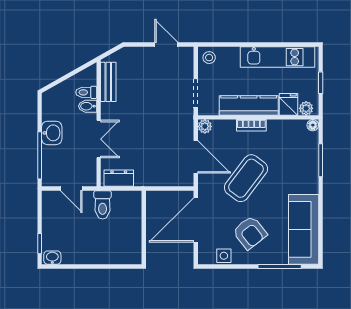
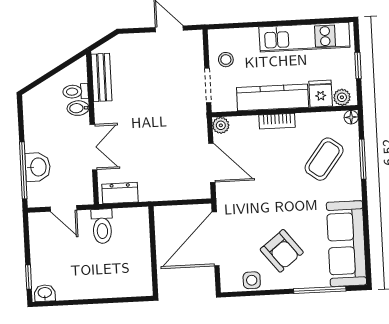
stool: (209, 58) -> (226, 60), moved
washbasin: (52, 133) -> (38, 167), moved
coffee table: (246, 178) -> (324, 159), moved, width x0.73, depth x0.76

